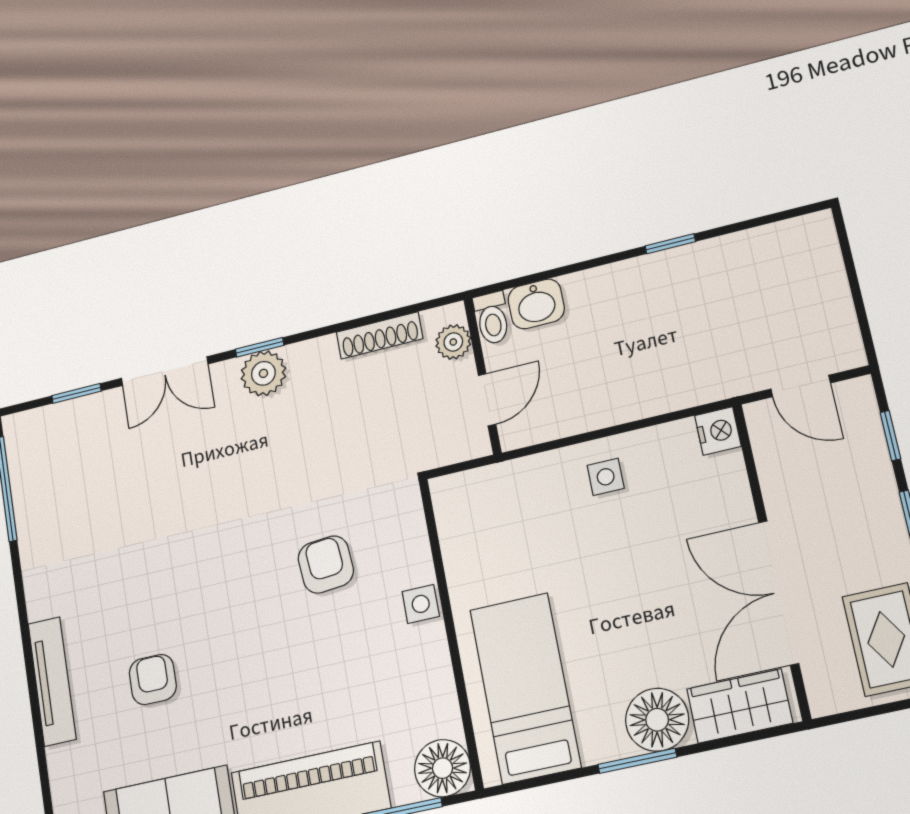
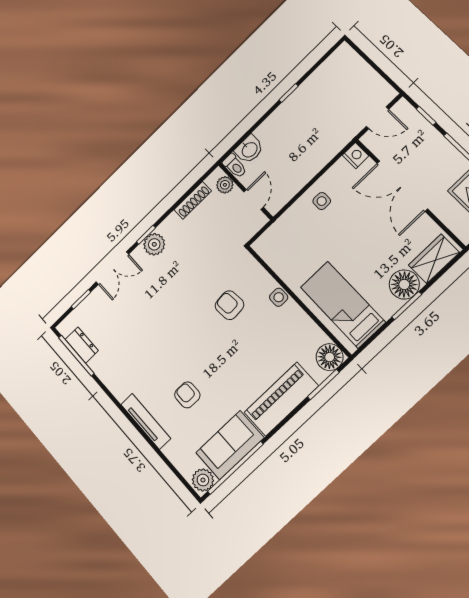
dresser: (27, 476) -> (82, 345), added
double door: (779, 592) -> (402, 186), moved

